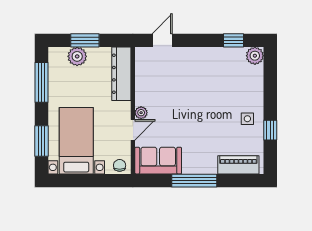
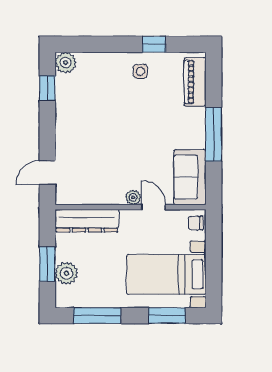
door: (162, 40) -> (47, 173), hinge flipped

